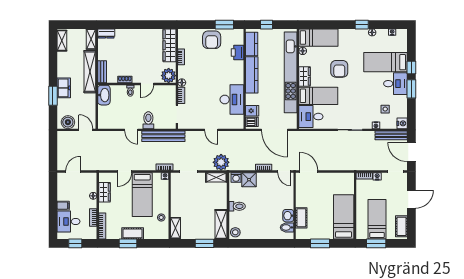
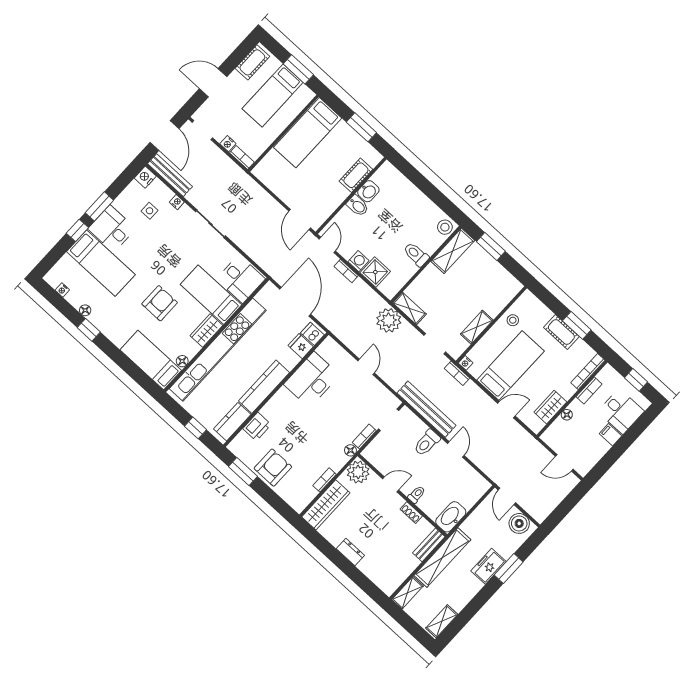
dresser: (106, 33) -> (350, 552), moved
washing machine: (236, 177) -> (358, 261), moved
bidet: (287, 227) -> (358, 206), moved
shelving: (176, 228) -> (477, 327), moved

